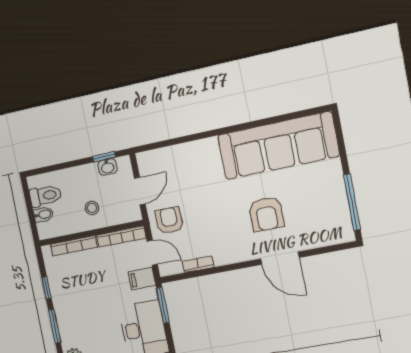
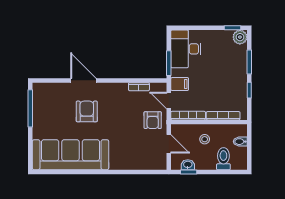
door: (140, 191) -> (169, 144), swing flipped
toilet: (45, 196) -> (223, 159), moved, turned 90

